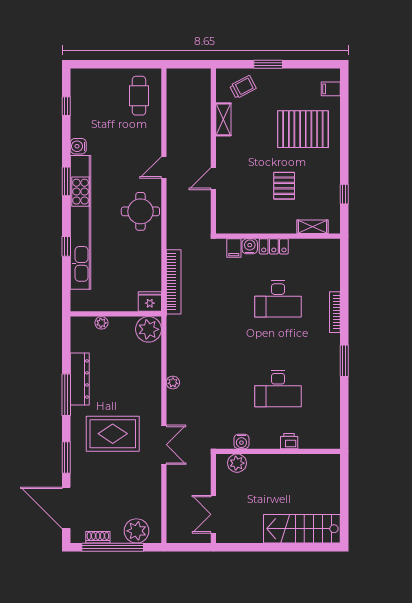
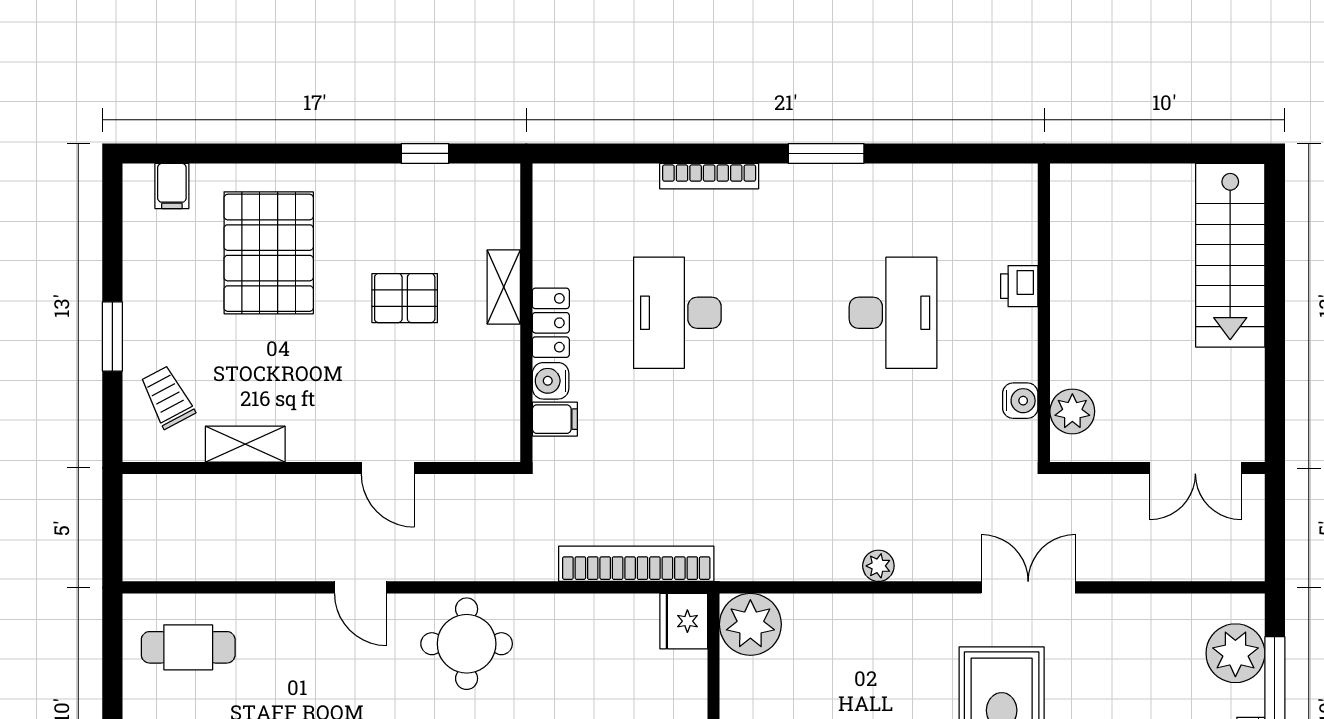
shelving: (312, 227) -> (504, 287), moved
desk: (278, 299) -> (677, 313), turned 180

